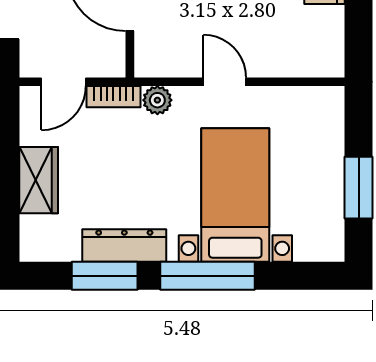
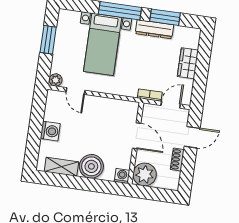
door: (225, 82) -> (76, 91), moved
plant: (157, 100) -> (56, 80), moved

